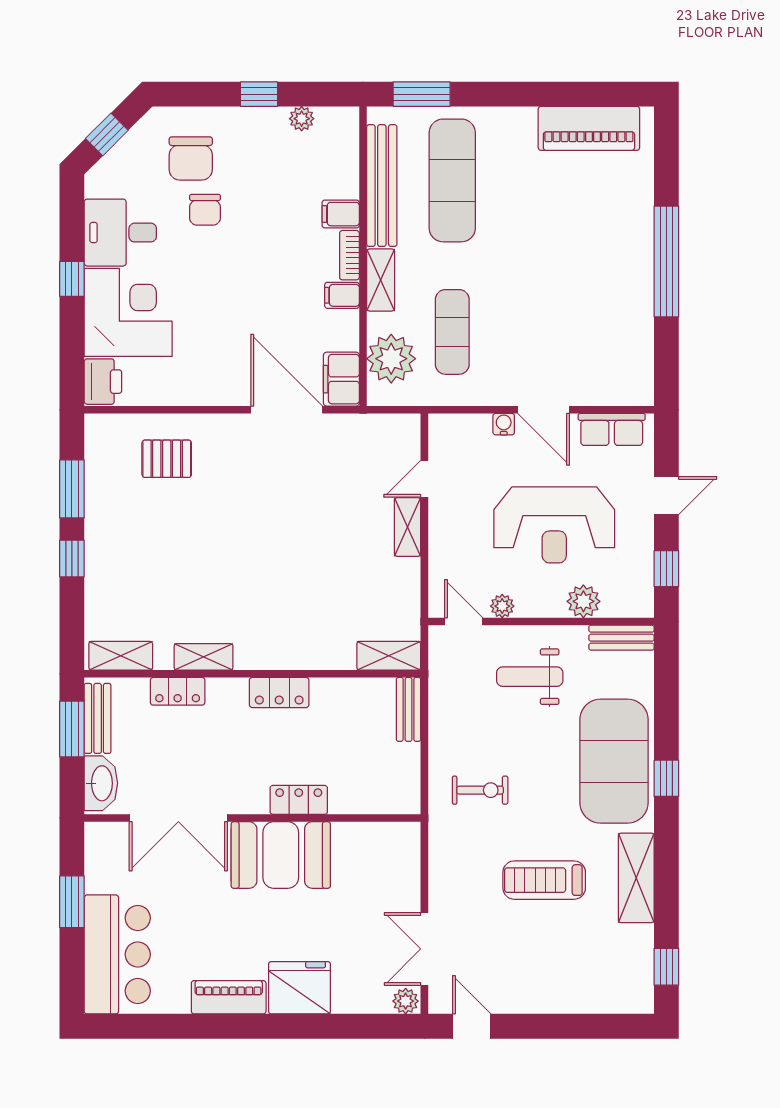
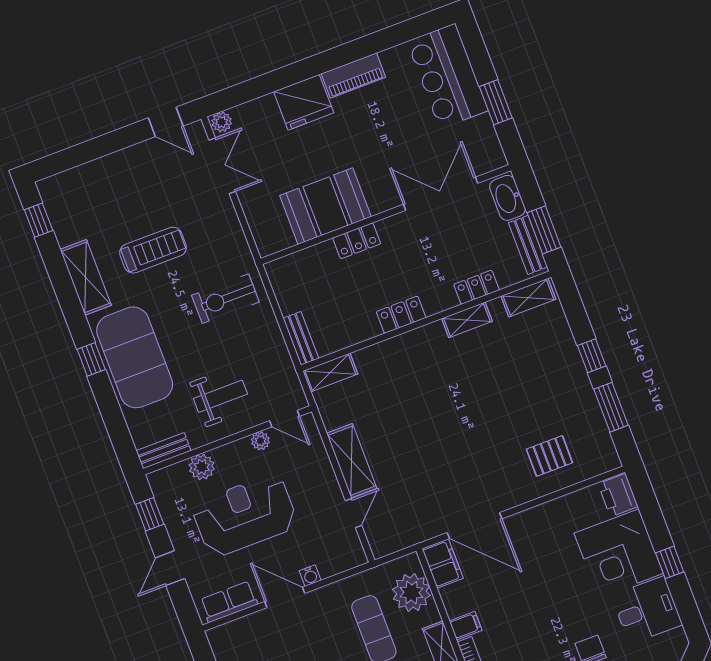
shelving: (408, 527) -> (352, 461), width x1.50, depth x1.33
exercise bike: (480, 790) -> (225, 299), width x1.38, depth x1.39
booth: (281, 855) -> (325, 206), moved

